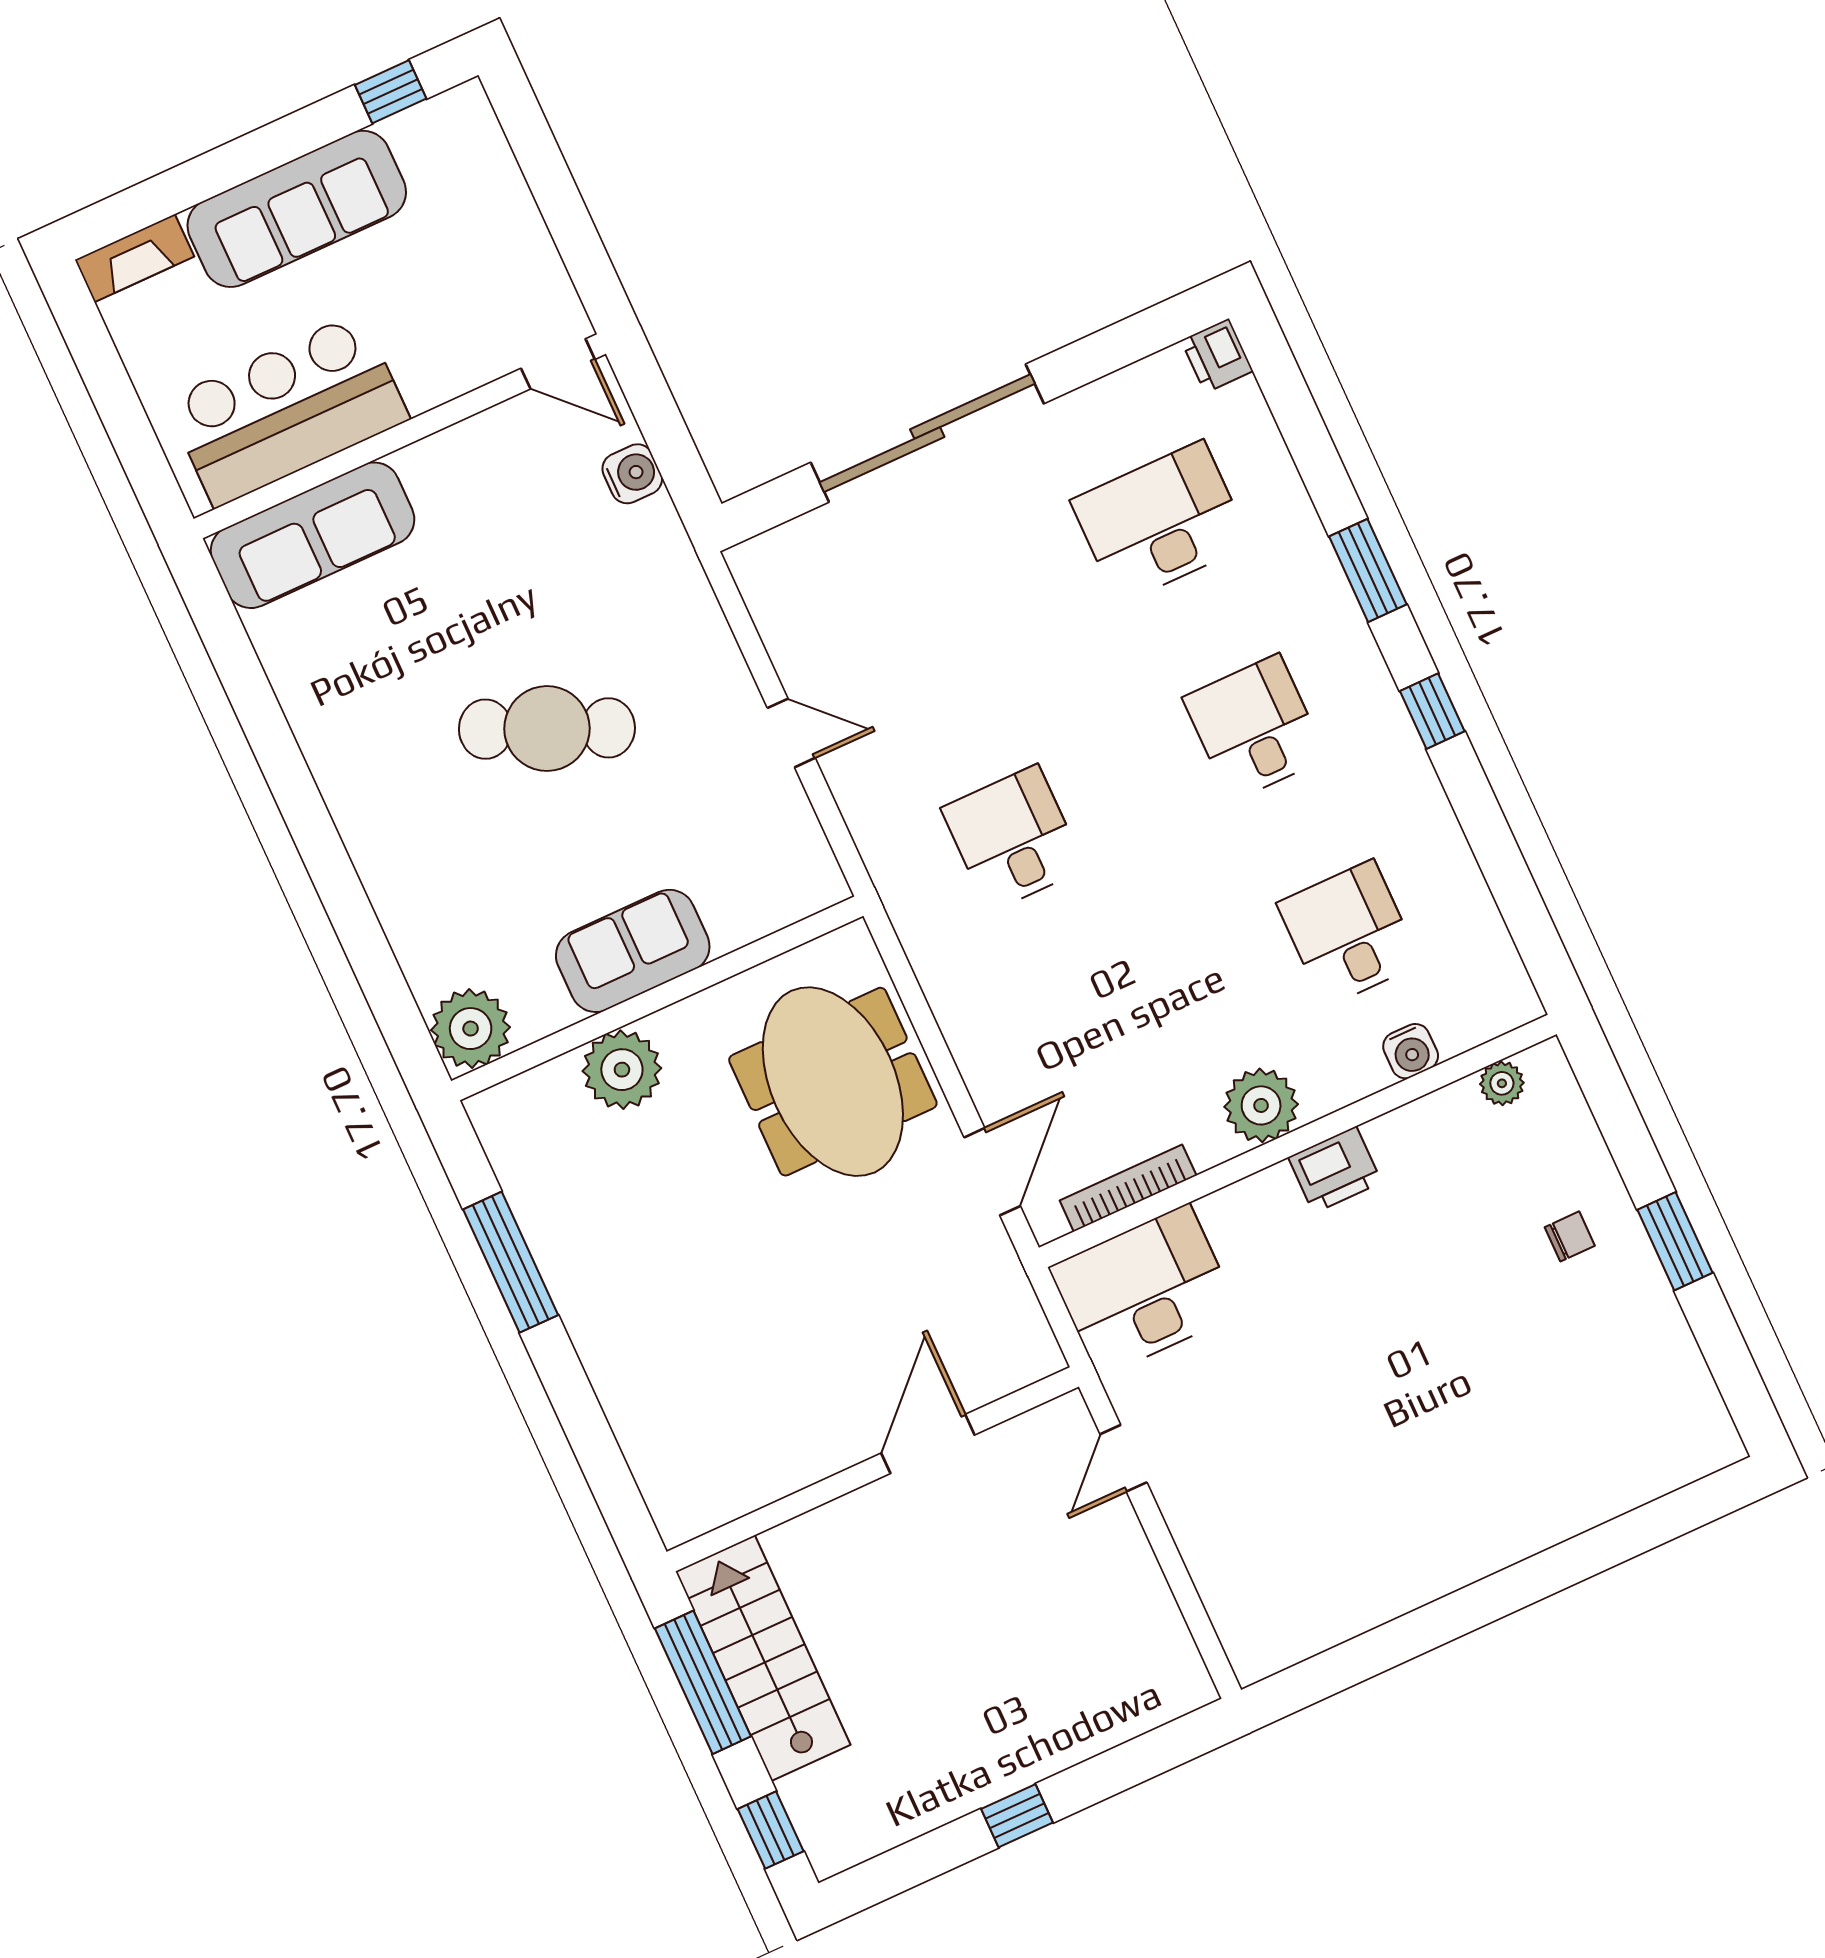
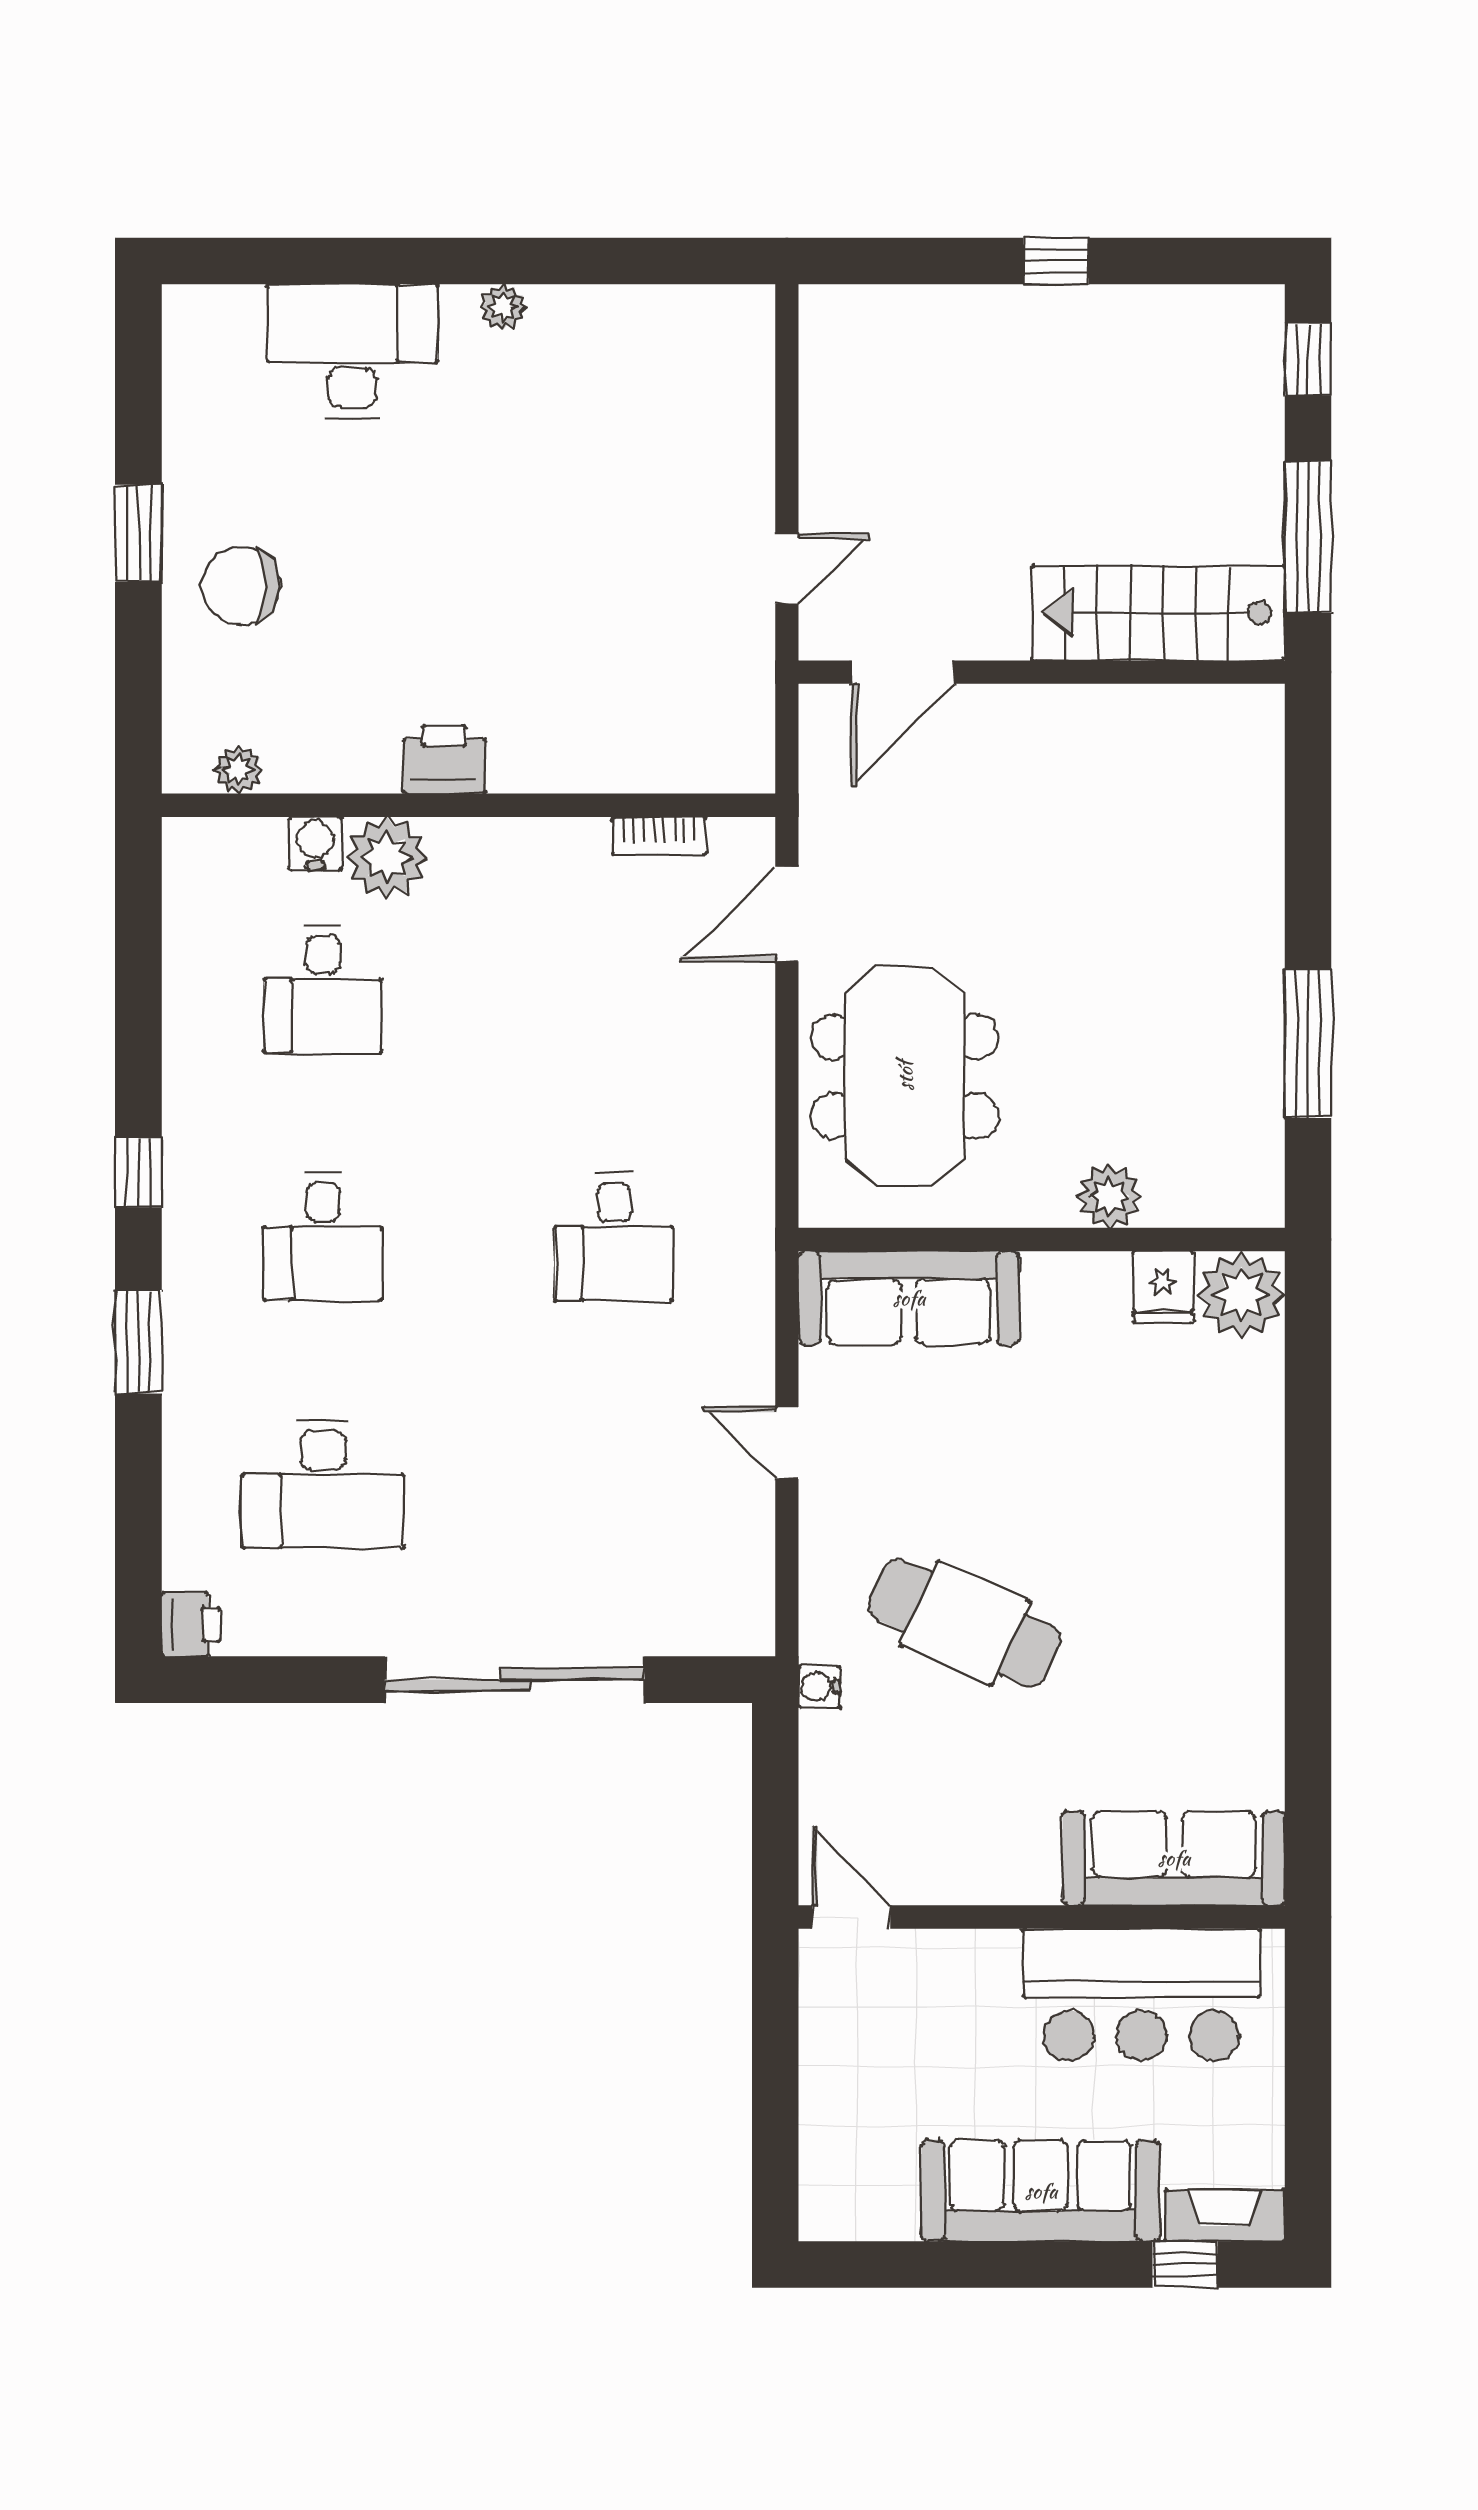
window: (391, 92) -> (1185, 2264), moved
water cooler: (632, 474) -> (819, 1687), moved, width x0.72, depth x0.72
cafe table: (547, 728) -> (964, 1623), moved
sofa: (633, 951) -> (909, 1298), moved, width x1.36
fridge: (538, 1005) -> (1163, 1287), added
plant: (622, 1070) -> (1109, 1196), width x0.73, depth x0.73
plant: (1261, 1105) -> (387, 857), moved
bookcase: (1128, 1188) -> (659, 836), width x0.64
chair: (1570, 1236) -> (241, 586), width x1.87, depth x1.87
desk: (1144, 1290) -> (352, 351), moved, turned 180
door: (928, 1444) -> (903, 672), moved
plant: (1458, 1567) -> (503, 307), added
stairs: (763, 1658) -> (1158, 613), moved, turned 90

